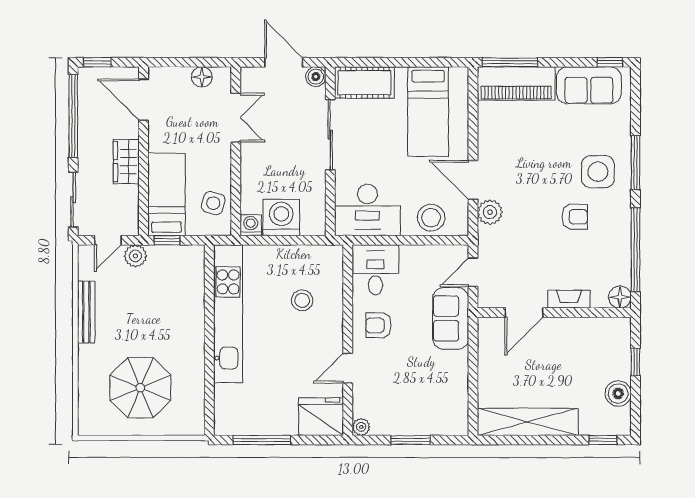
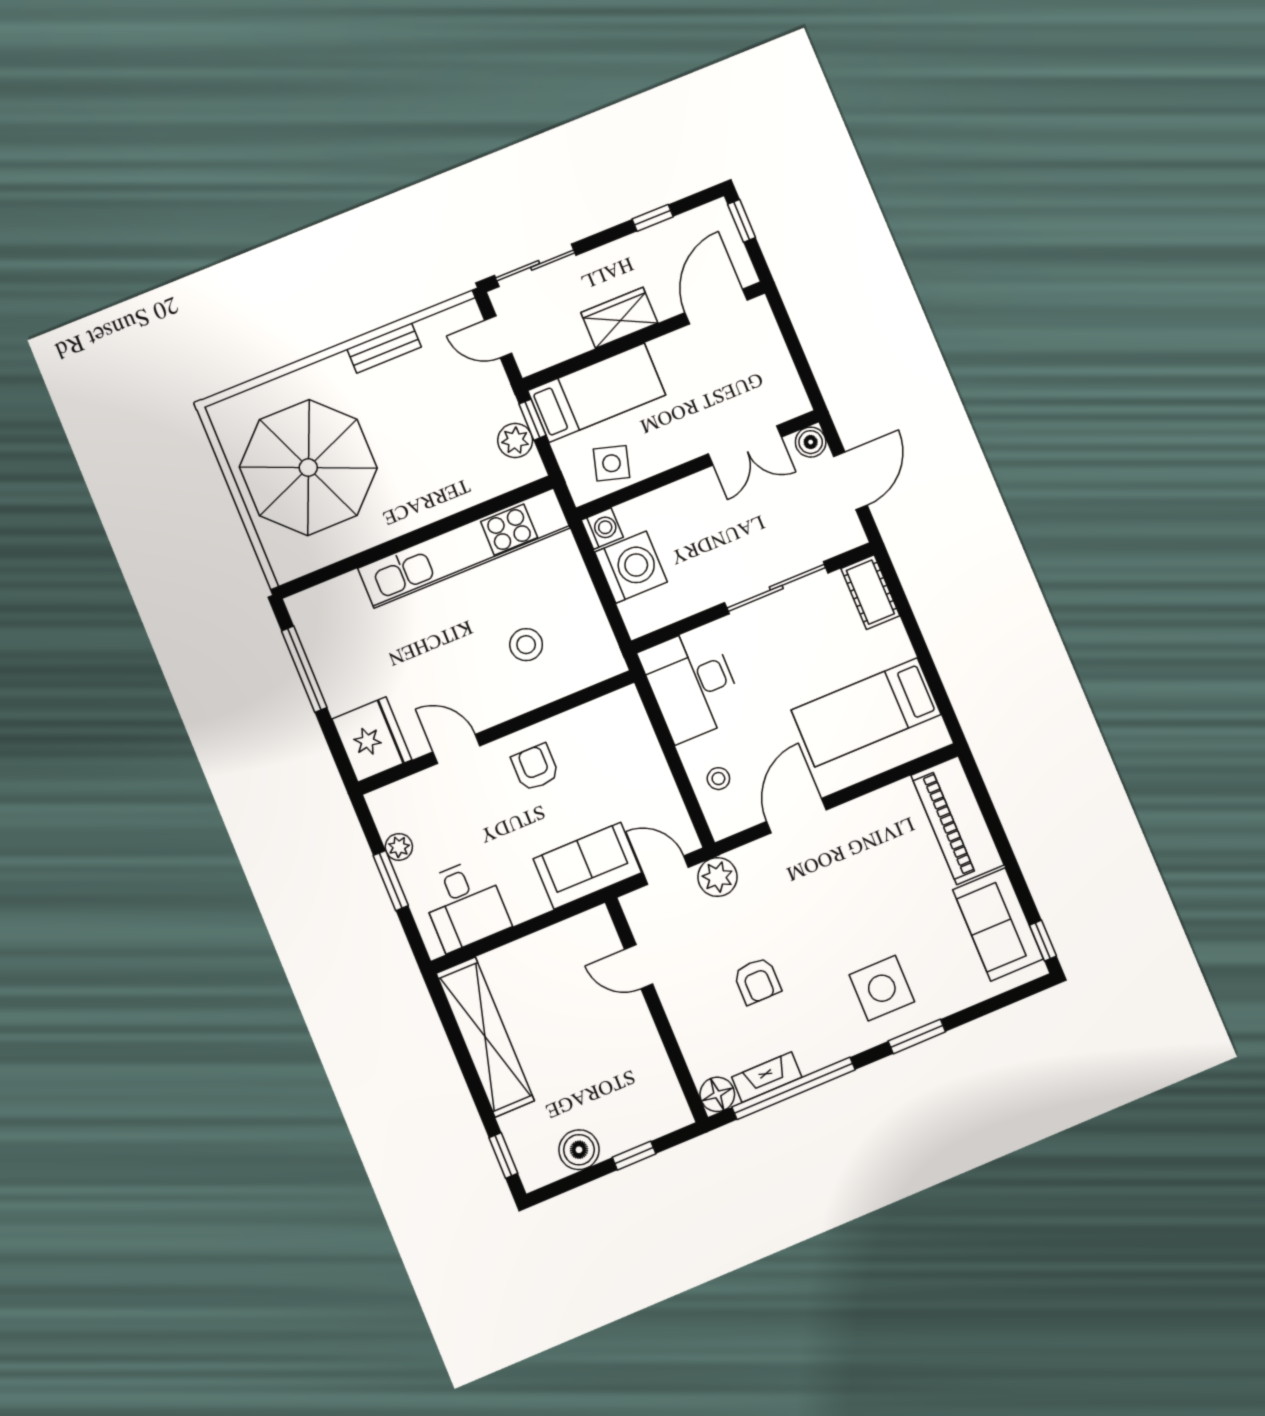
window: (510, 62) -> (984, 799), removed
floor lamp: (202, 77) -> (782, 375), removed
boiler: (316, 77) -> (811, 442), moved
cot: (364, 83) -> (870, 592), width x0.73, depth x0.75
window: (73, 116) -> (653, 218), width x0.32
window: (635, 163) -> (917, 1036), width x0.69
plant: (490, 212) -> (717, 877), moved
armchair: (575, 217) -> (757, 981), moved
stool: (431, 218) -> (718, 779), width x0.53, depth x0.53
plant: (135, 256) -> (515, 440), moved
desk: (375, 270) -> (465, 905), moved, turned 90
fireplace: (569, 299) -> (767, 1077), moved, turned -90
bench: (86, 312) -> (384, 348), width x0.73
door: (524, 313) -> (639, 967), width x0.73
parasol: (140, 388) -> (308, 468), width x1.36, depth x1.36
plant: (361, 427) -> (399, 847), moved

